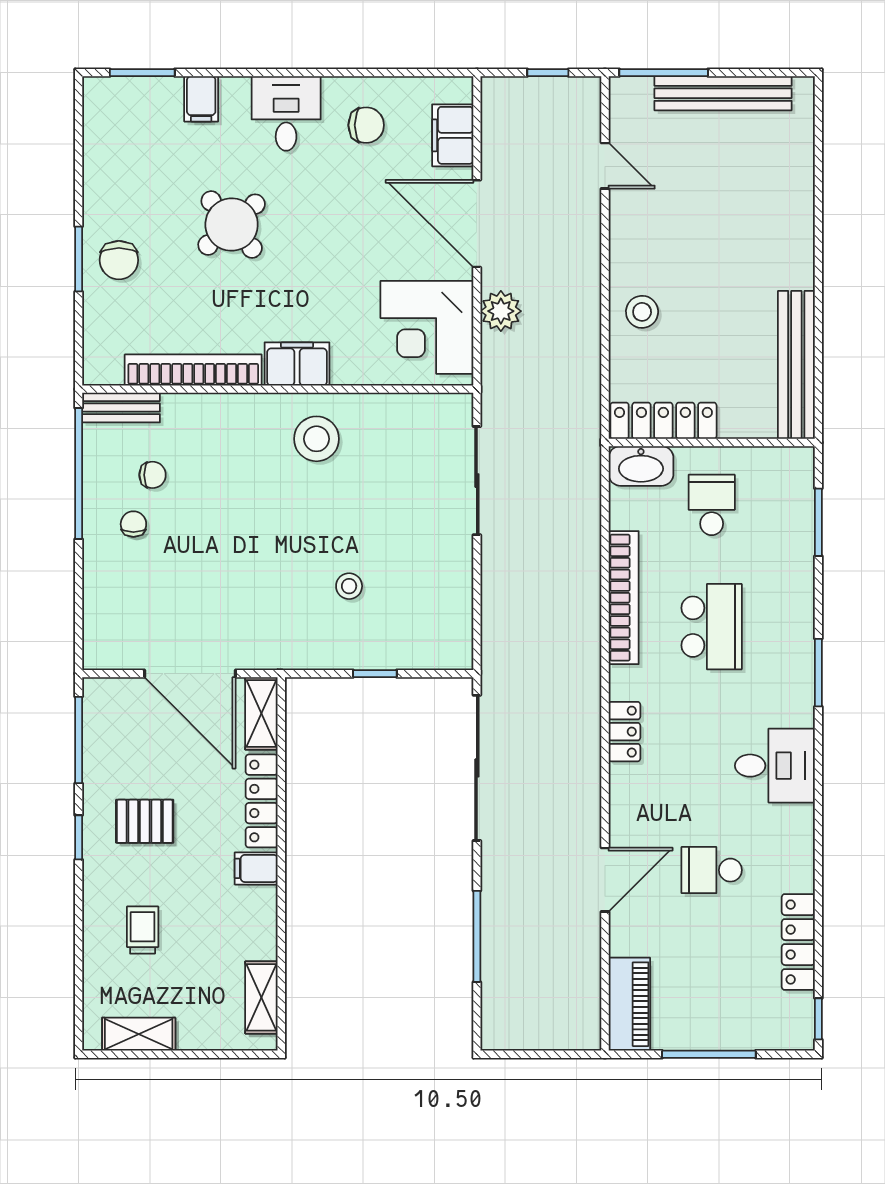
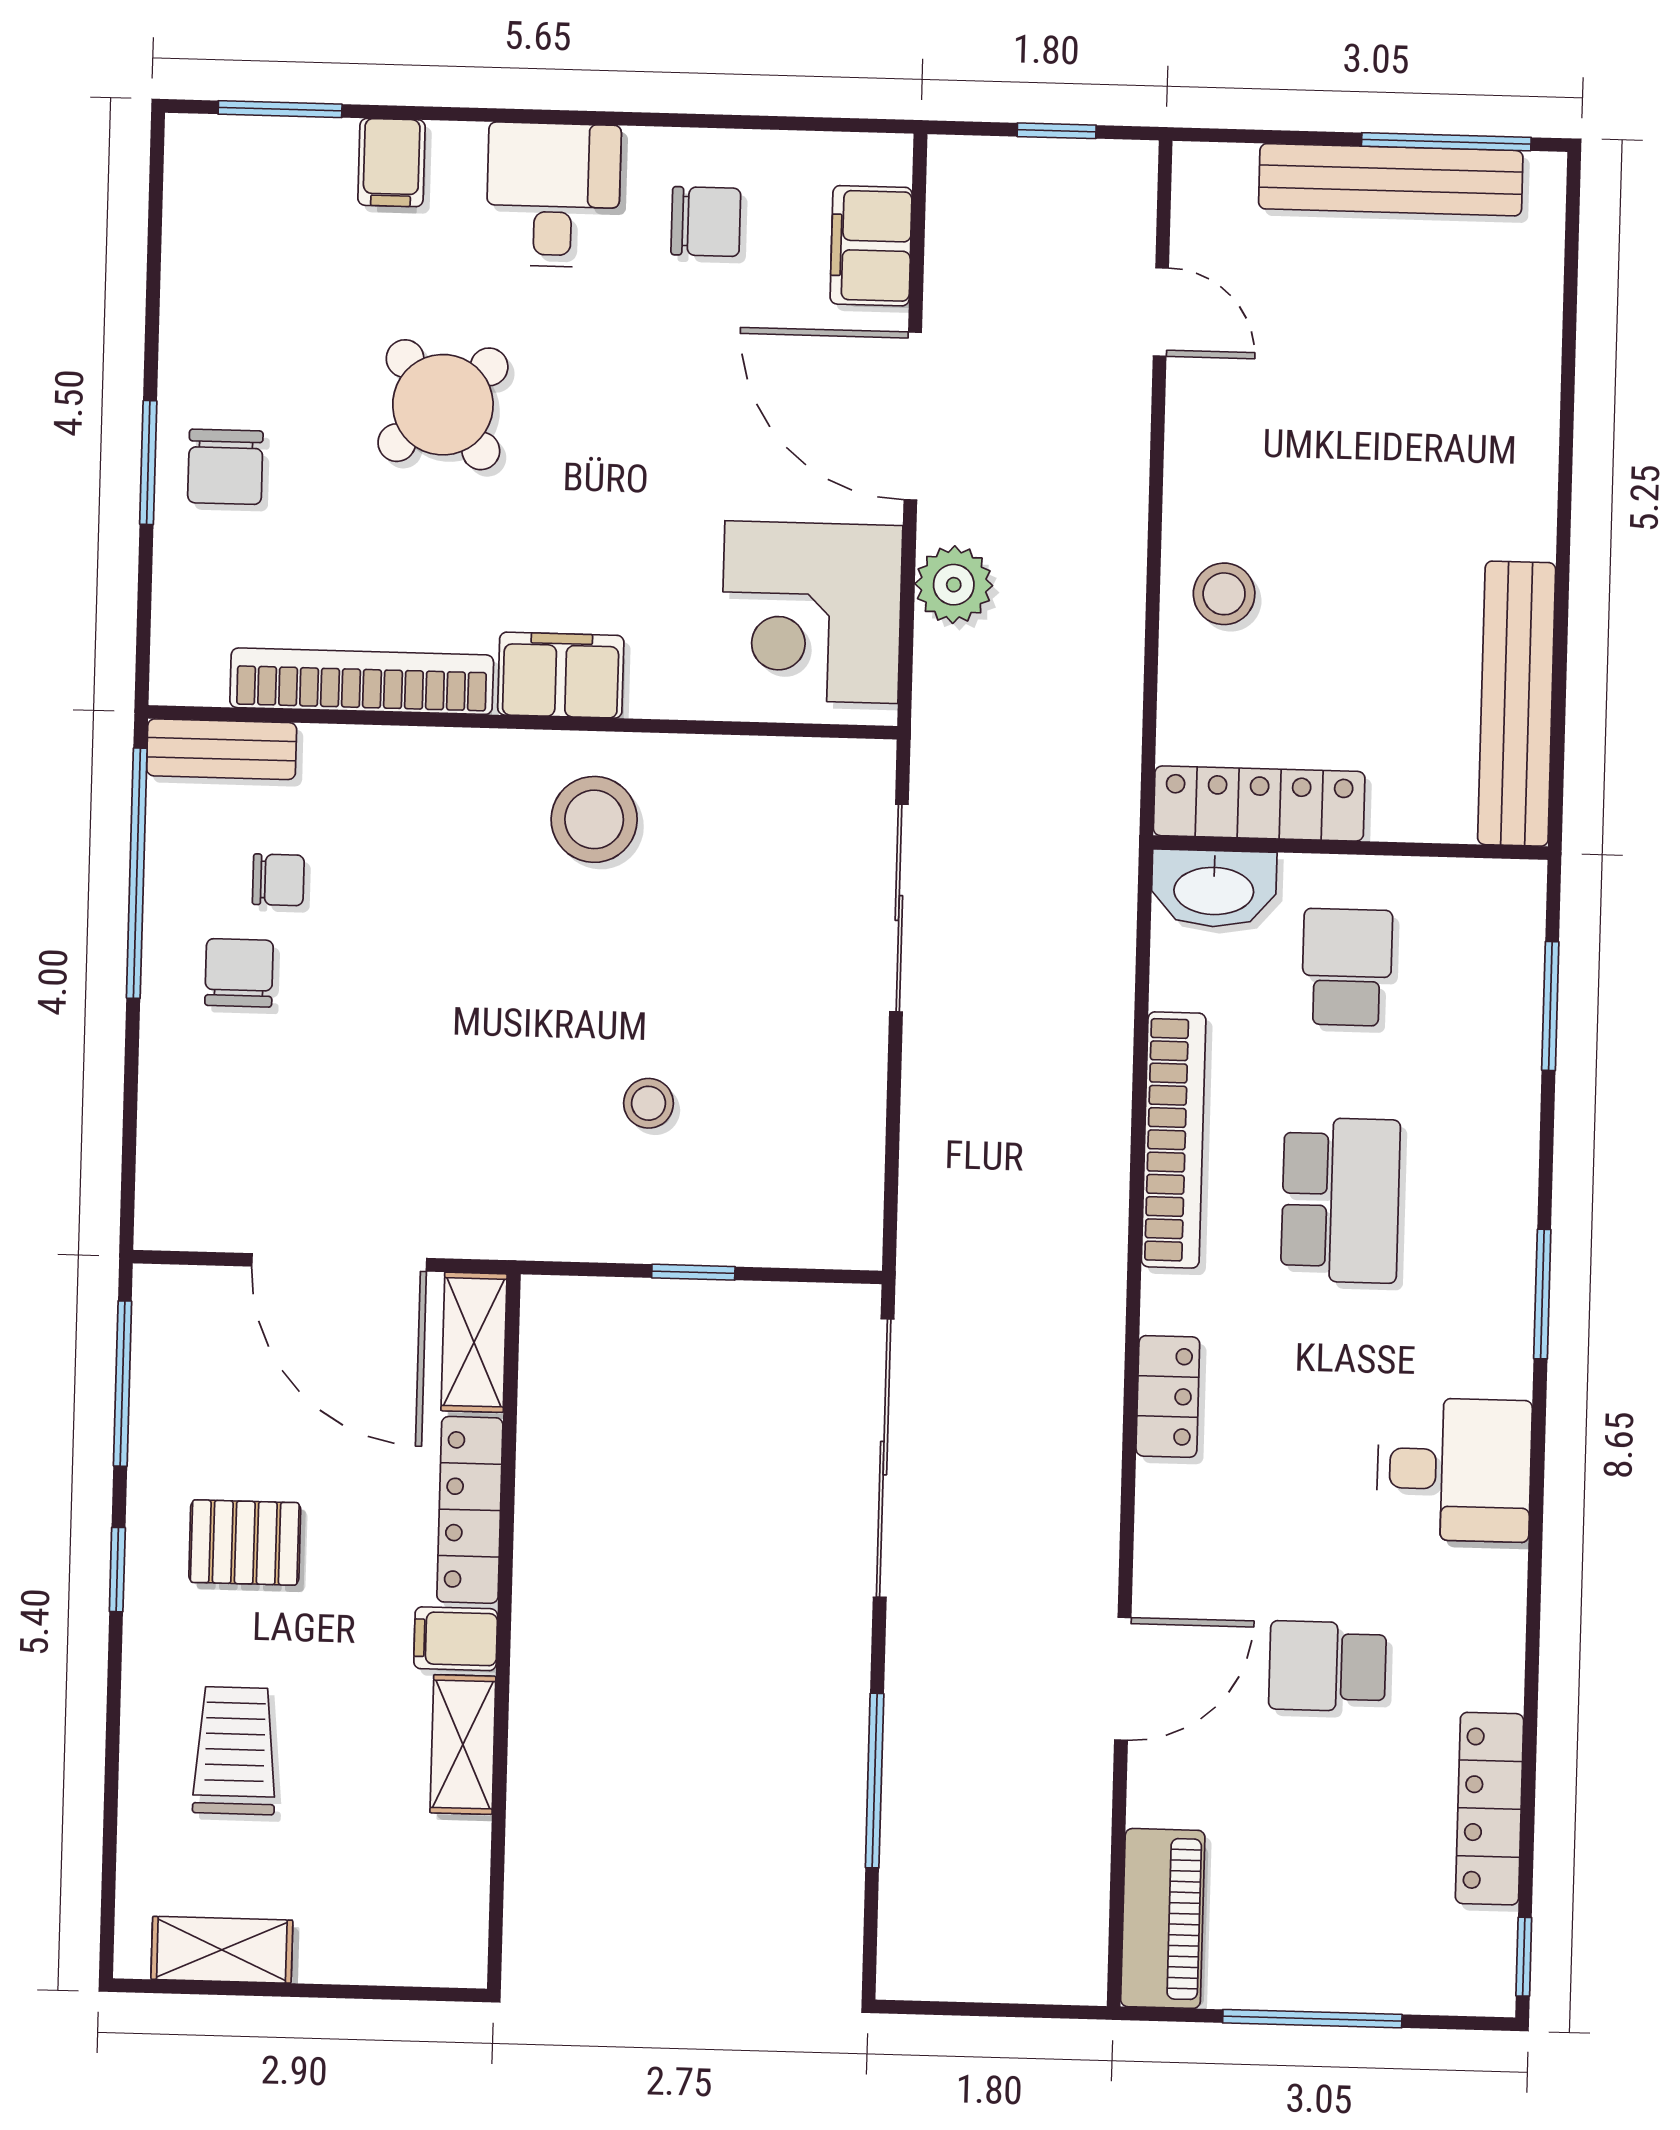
window: (664, 73) -> (1446, 142), moved
chair: (133, 524) -> (239, 973), width x1.37, depth x1.37
trolley: (143, 930) -> (235, 1751), width x1.36, depth x1.39
shelving: (261, 997) -> (463, 1744), moved

